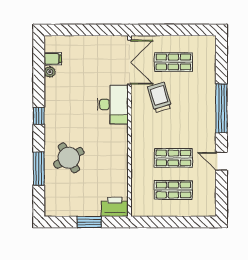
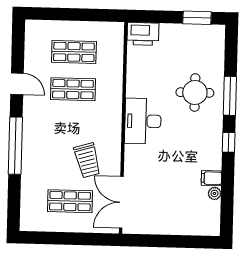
filing cabinet: (53, 59) -> (211, 178), moved
desk: (113, 104) -> (143, 121), moved
round table: (69, 158) -> (195, 93), turned 30
window: (39, 169) -> (230, 96), moved
window: (89, 222) -> (197, 18), moved

